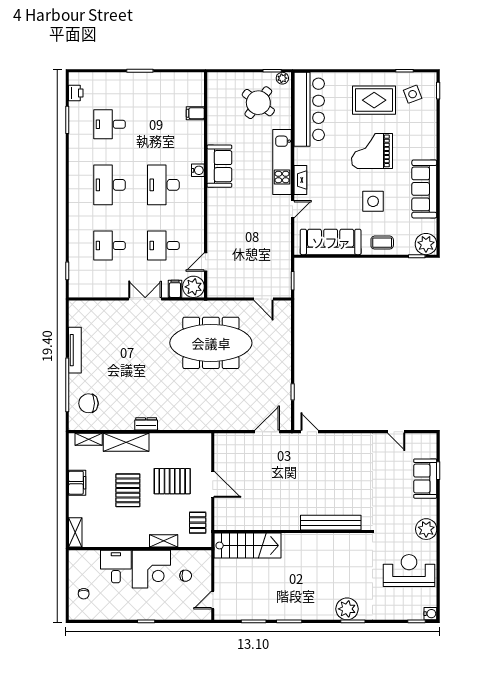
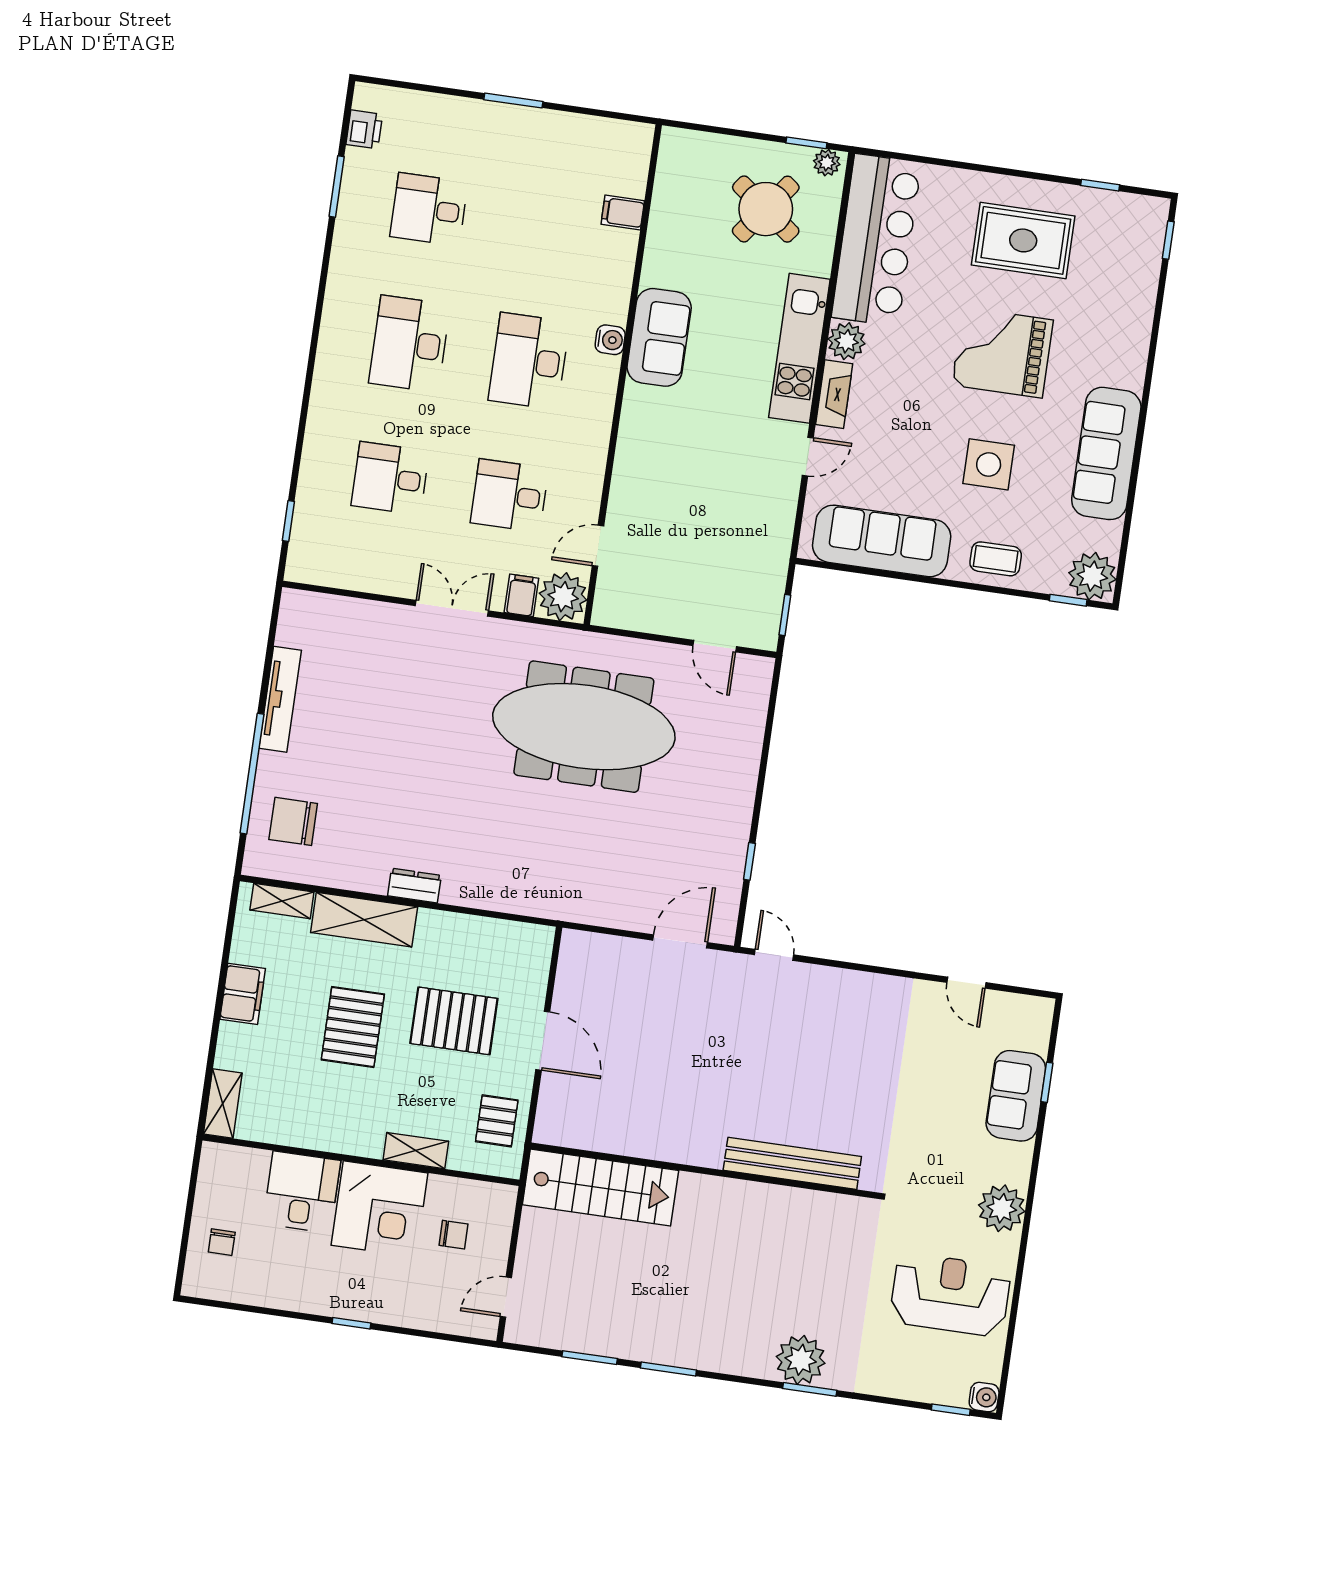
side table: (413, 94) -> (1111, 240), removed
plant: (302, 156) -> (847, 341), added

